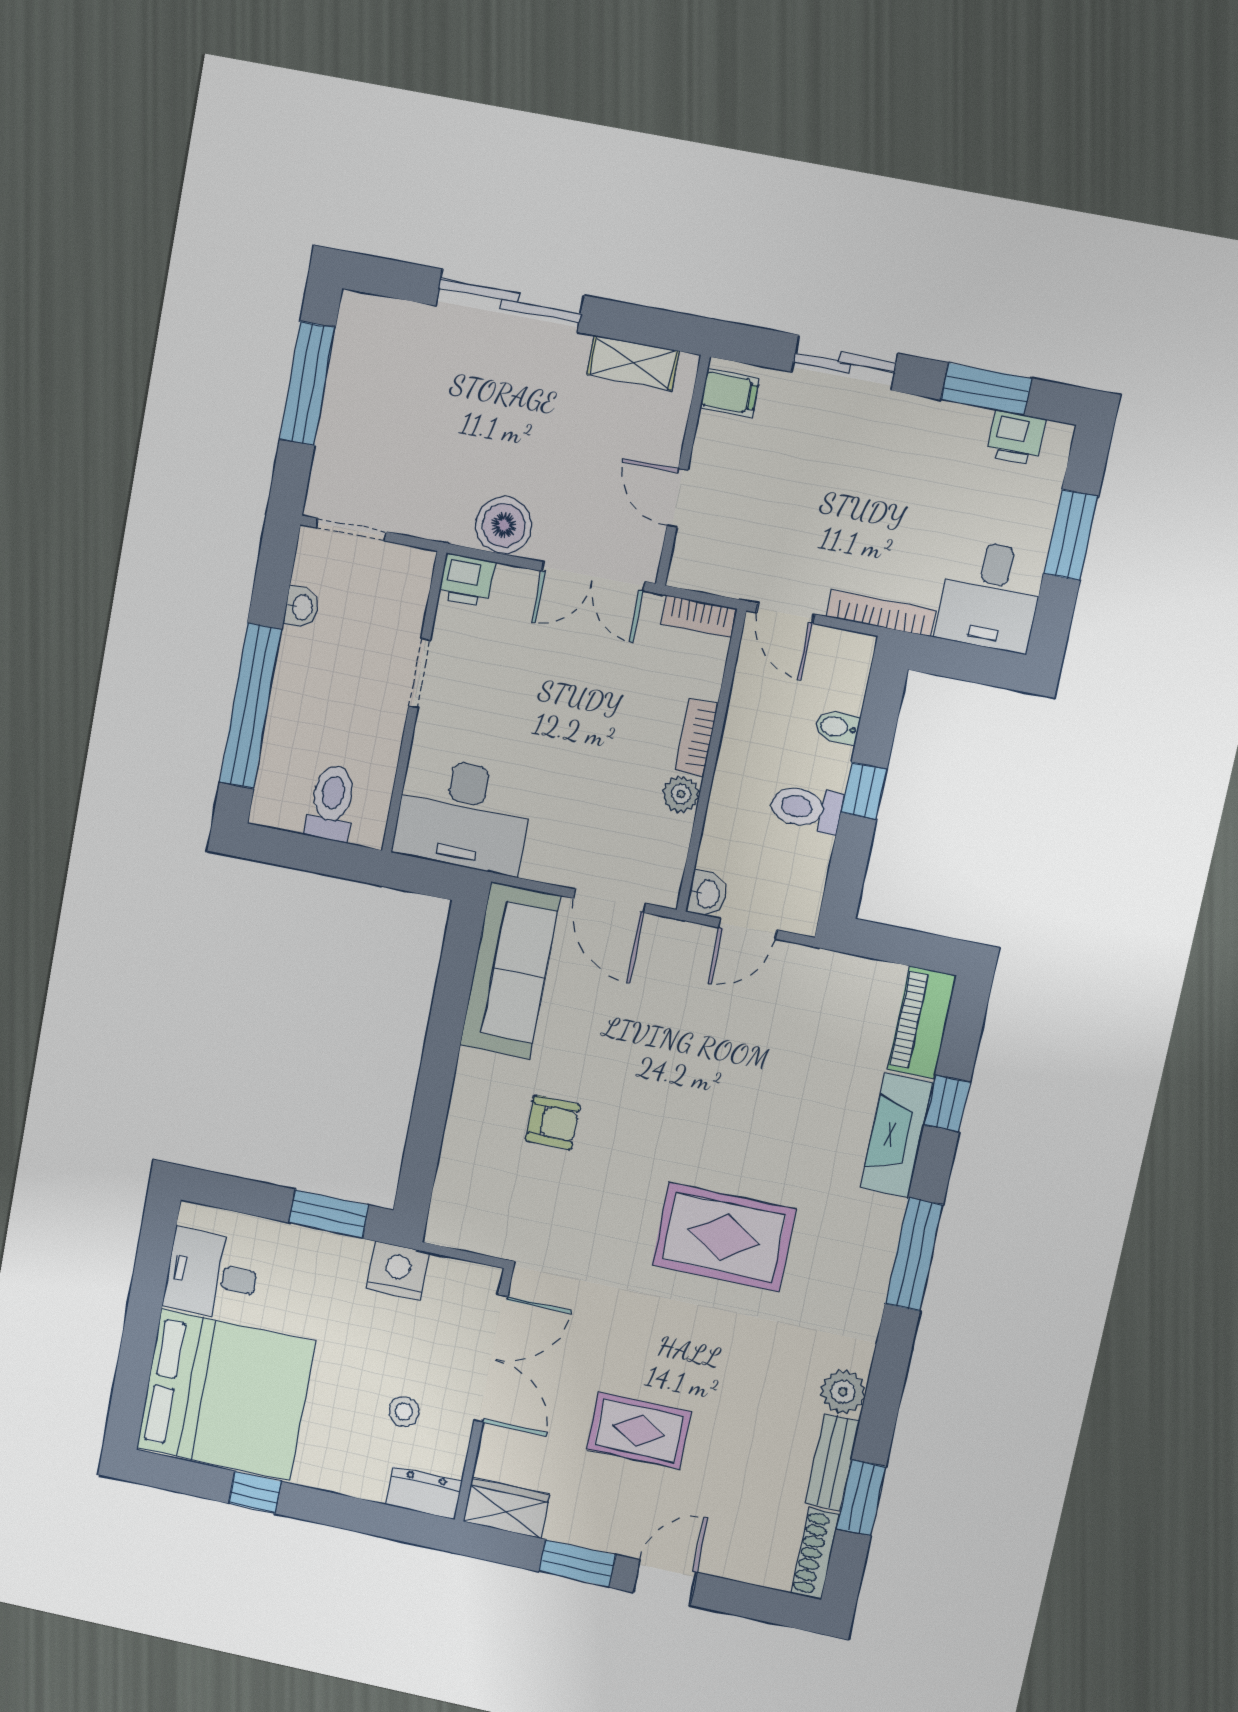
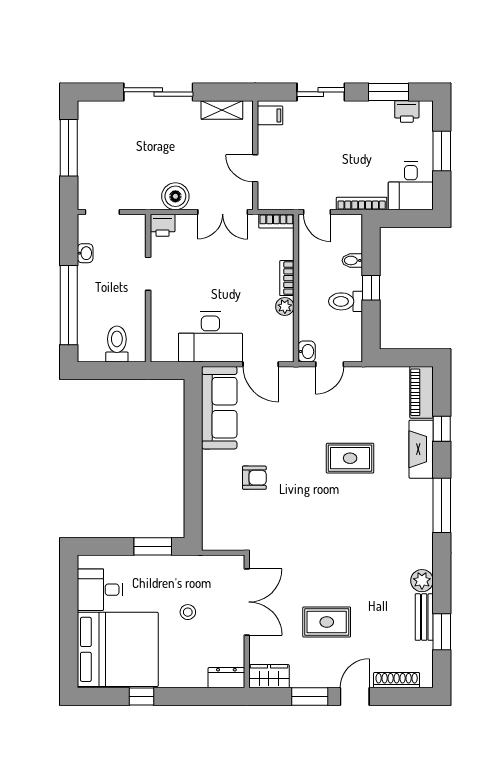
desk: (463, 815) -> (210, 337), moved
rug: (724, 1237) -> (350, 458), moved, width x0.73, depth x0.70
nightstand: (398, 1271) -> (192, 568), removed
stool: (404, 1412) -> (188, 612), moved
shoe rack: (815, 1554) -> (397, 680), moved, turned 90

